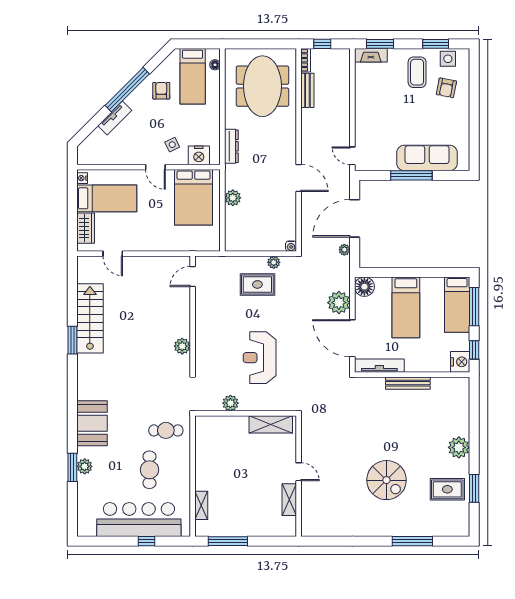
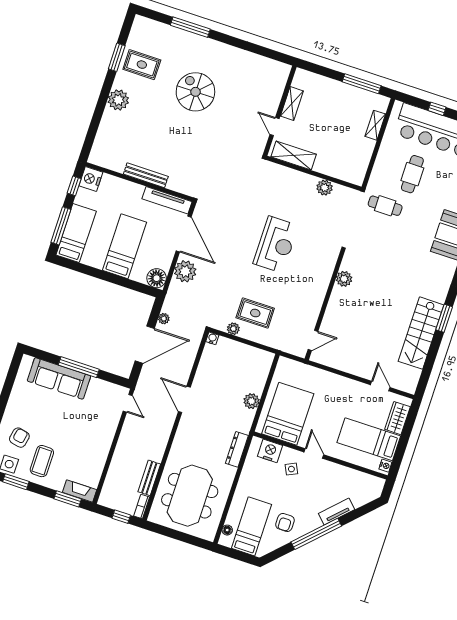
plant: (230, 403) -> (325, 188), moved
wall: (246, 413) -> (314, 173), moved
shelving: (271, 424) -> (294, 155), moved

